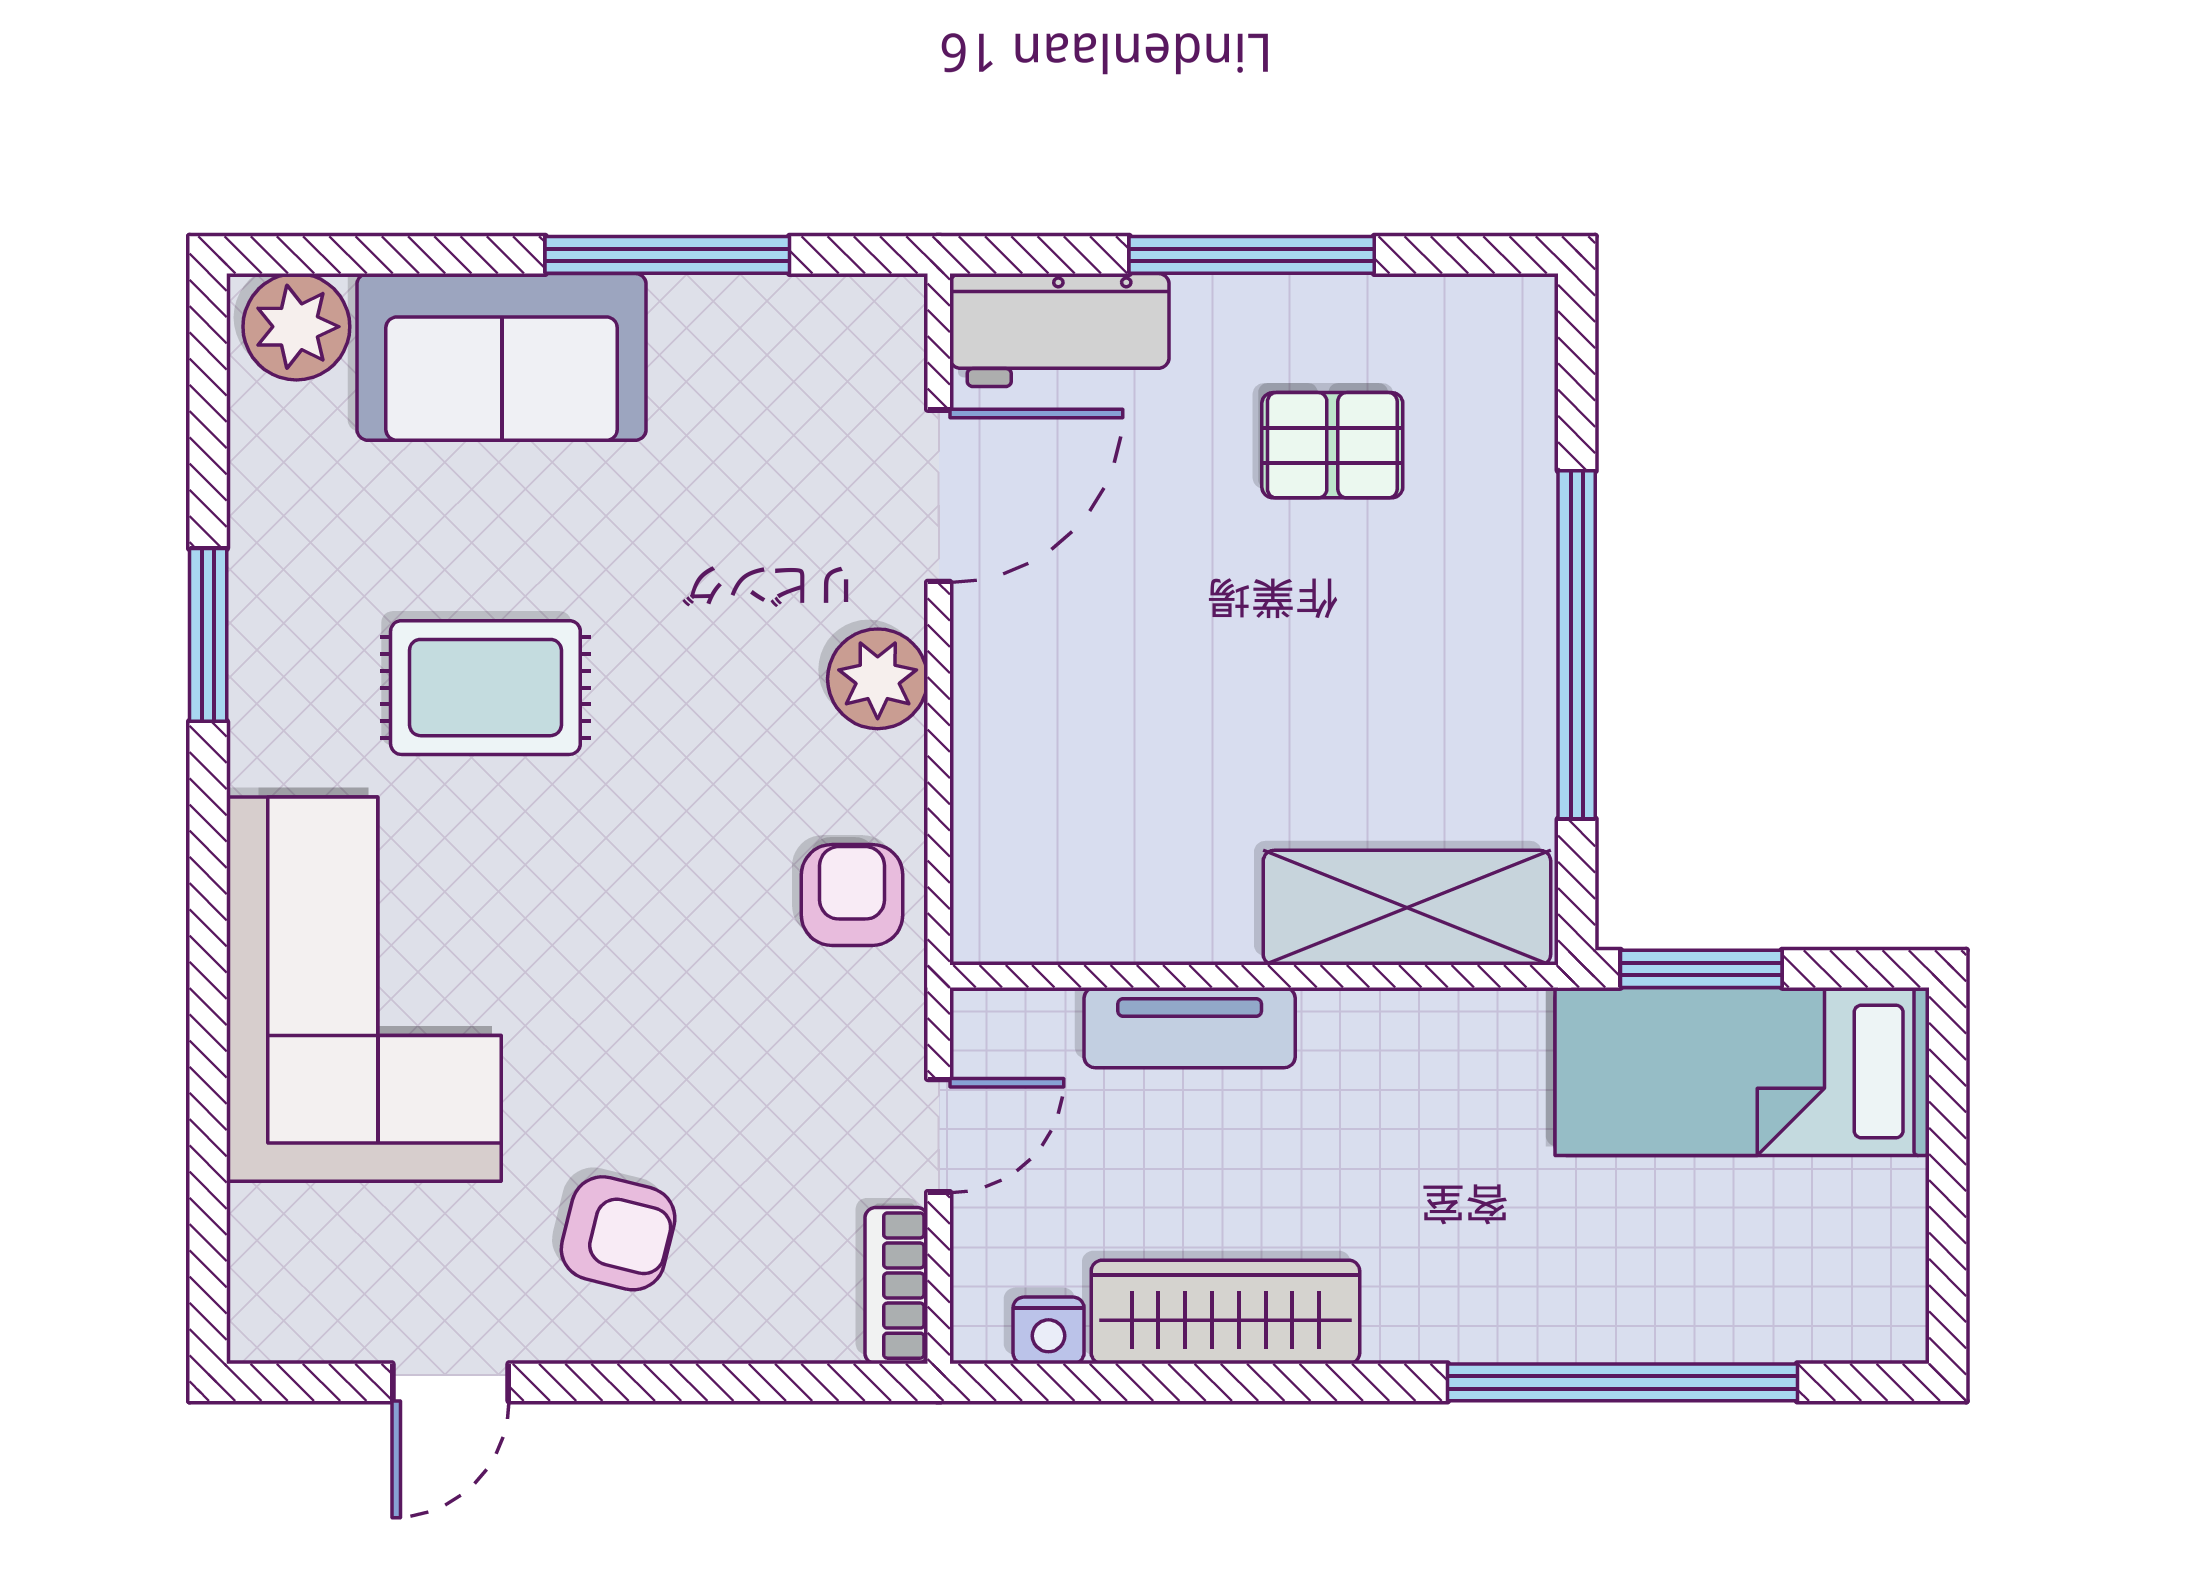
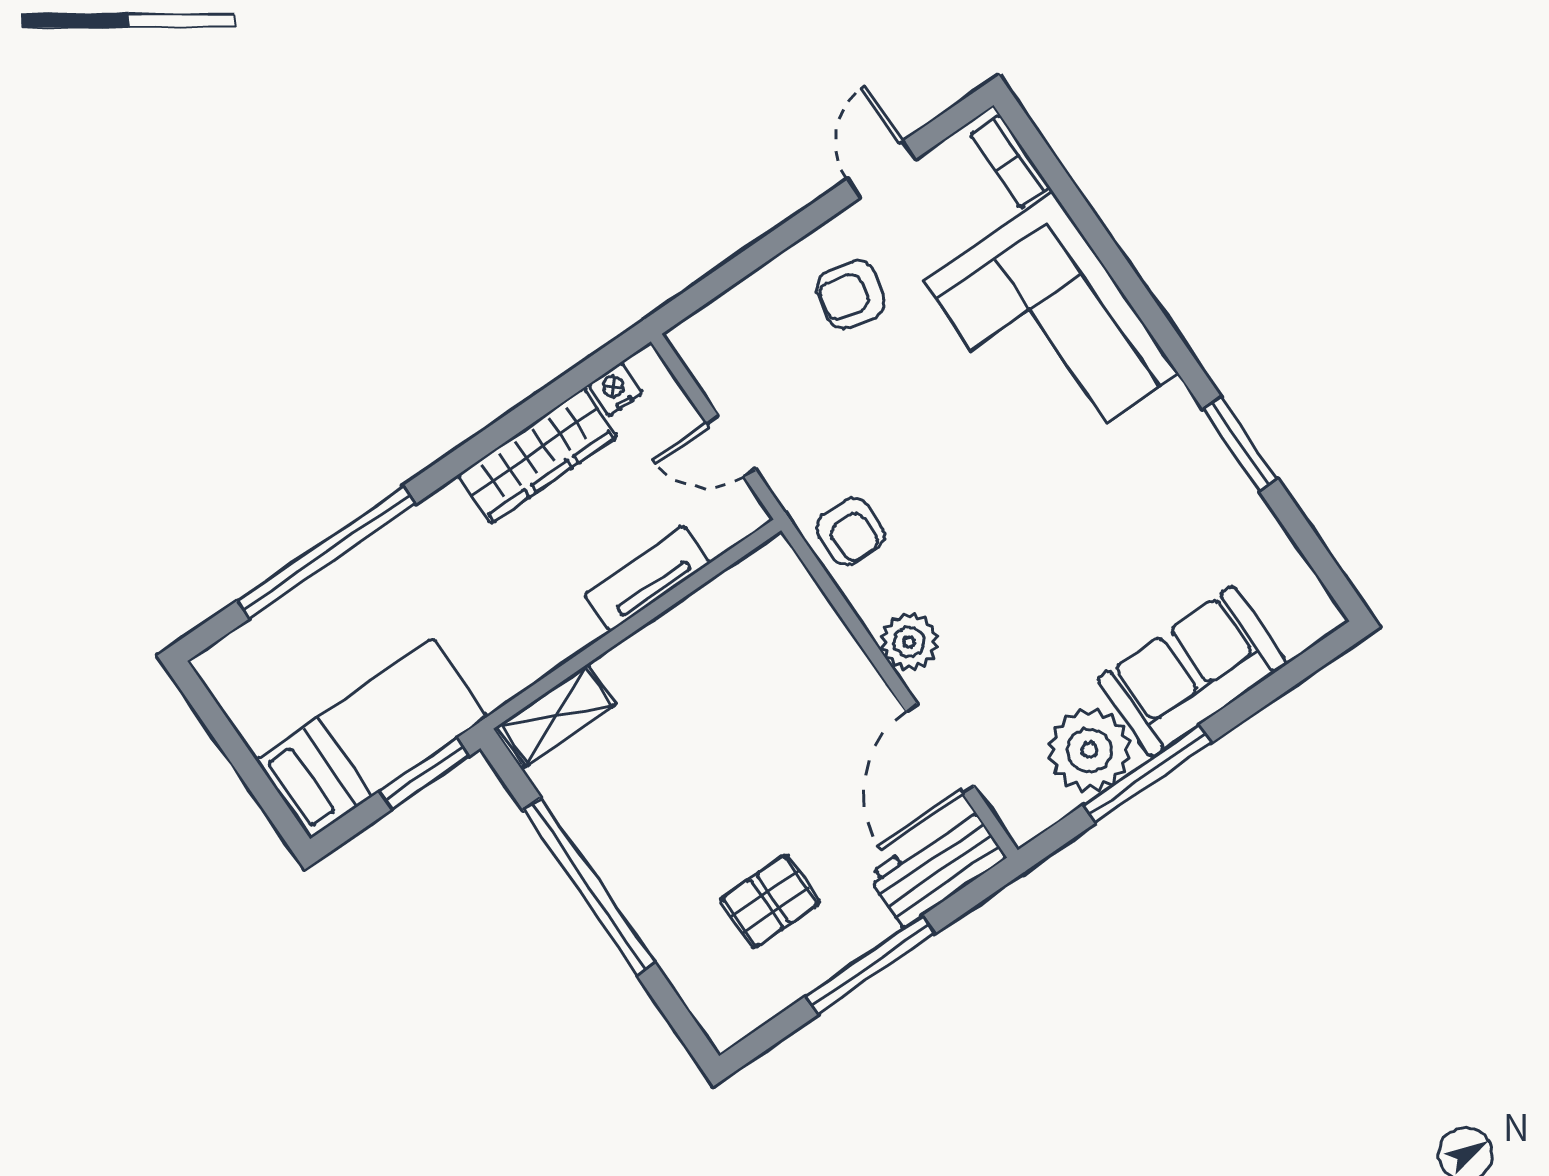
plant: (296, 327) -> (1089, 750), moved, width x1.36, depth x1.36
rug: (485, 688) -> (1092, 510), removed
shelving: (1407, 908) -> (556, 715), width x0.67, depth x0.75
door: (939, 1136) -> (731, 446), hinge flipped
bookcase: (896, 1286) -> (1010, 161), moved, turned 180

